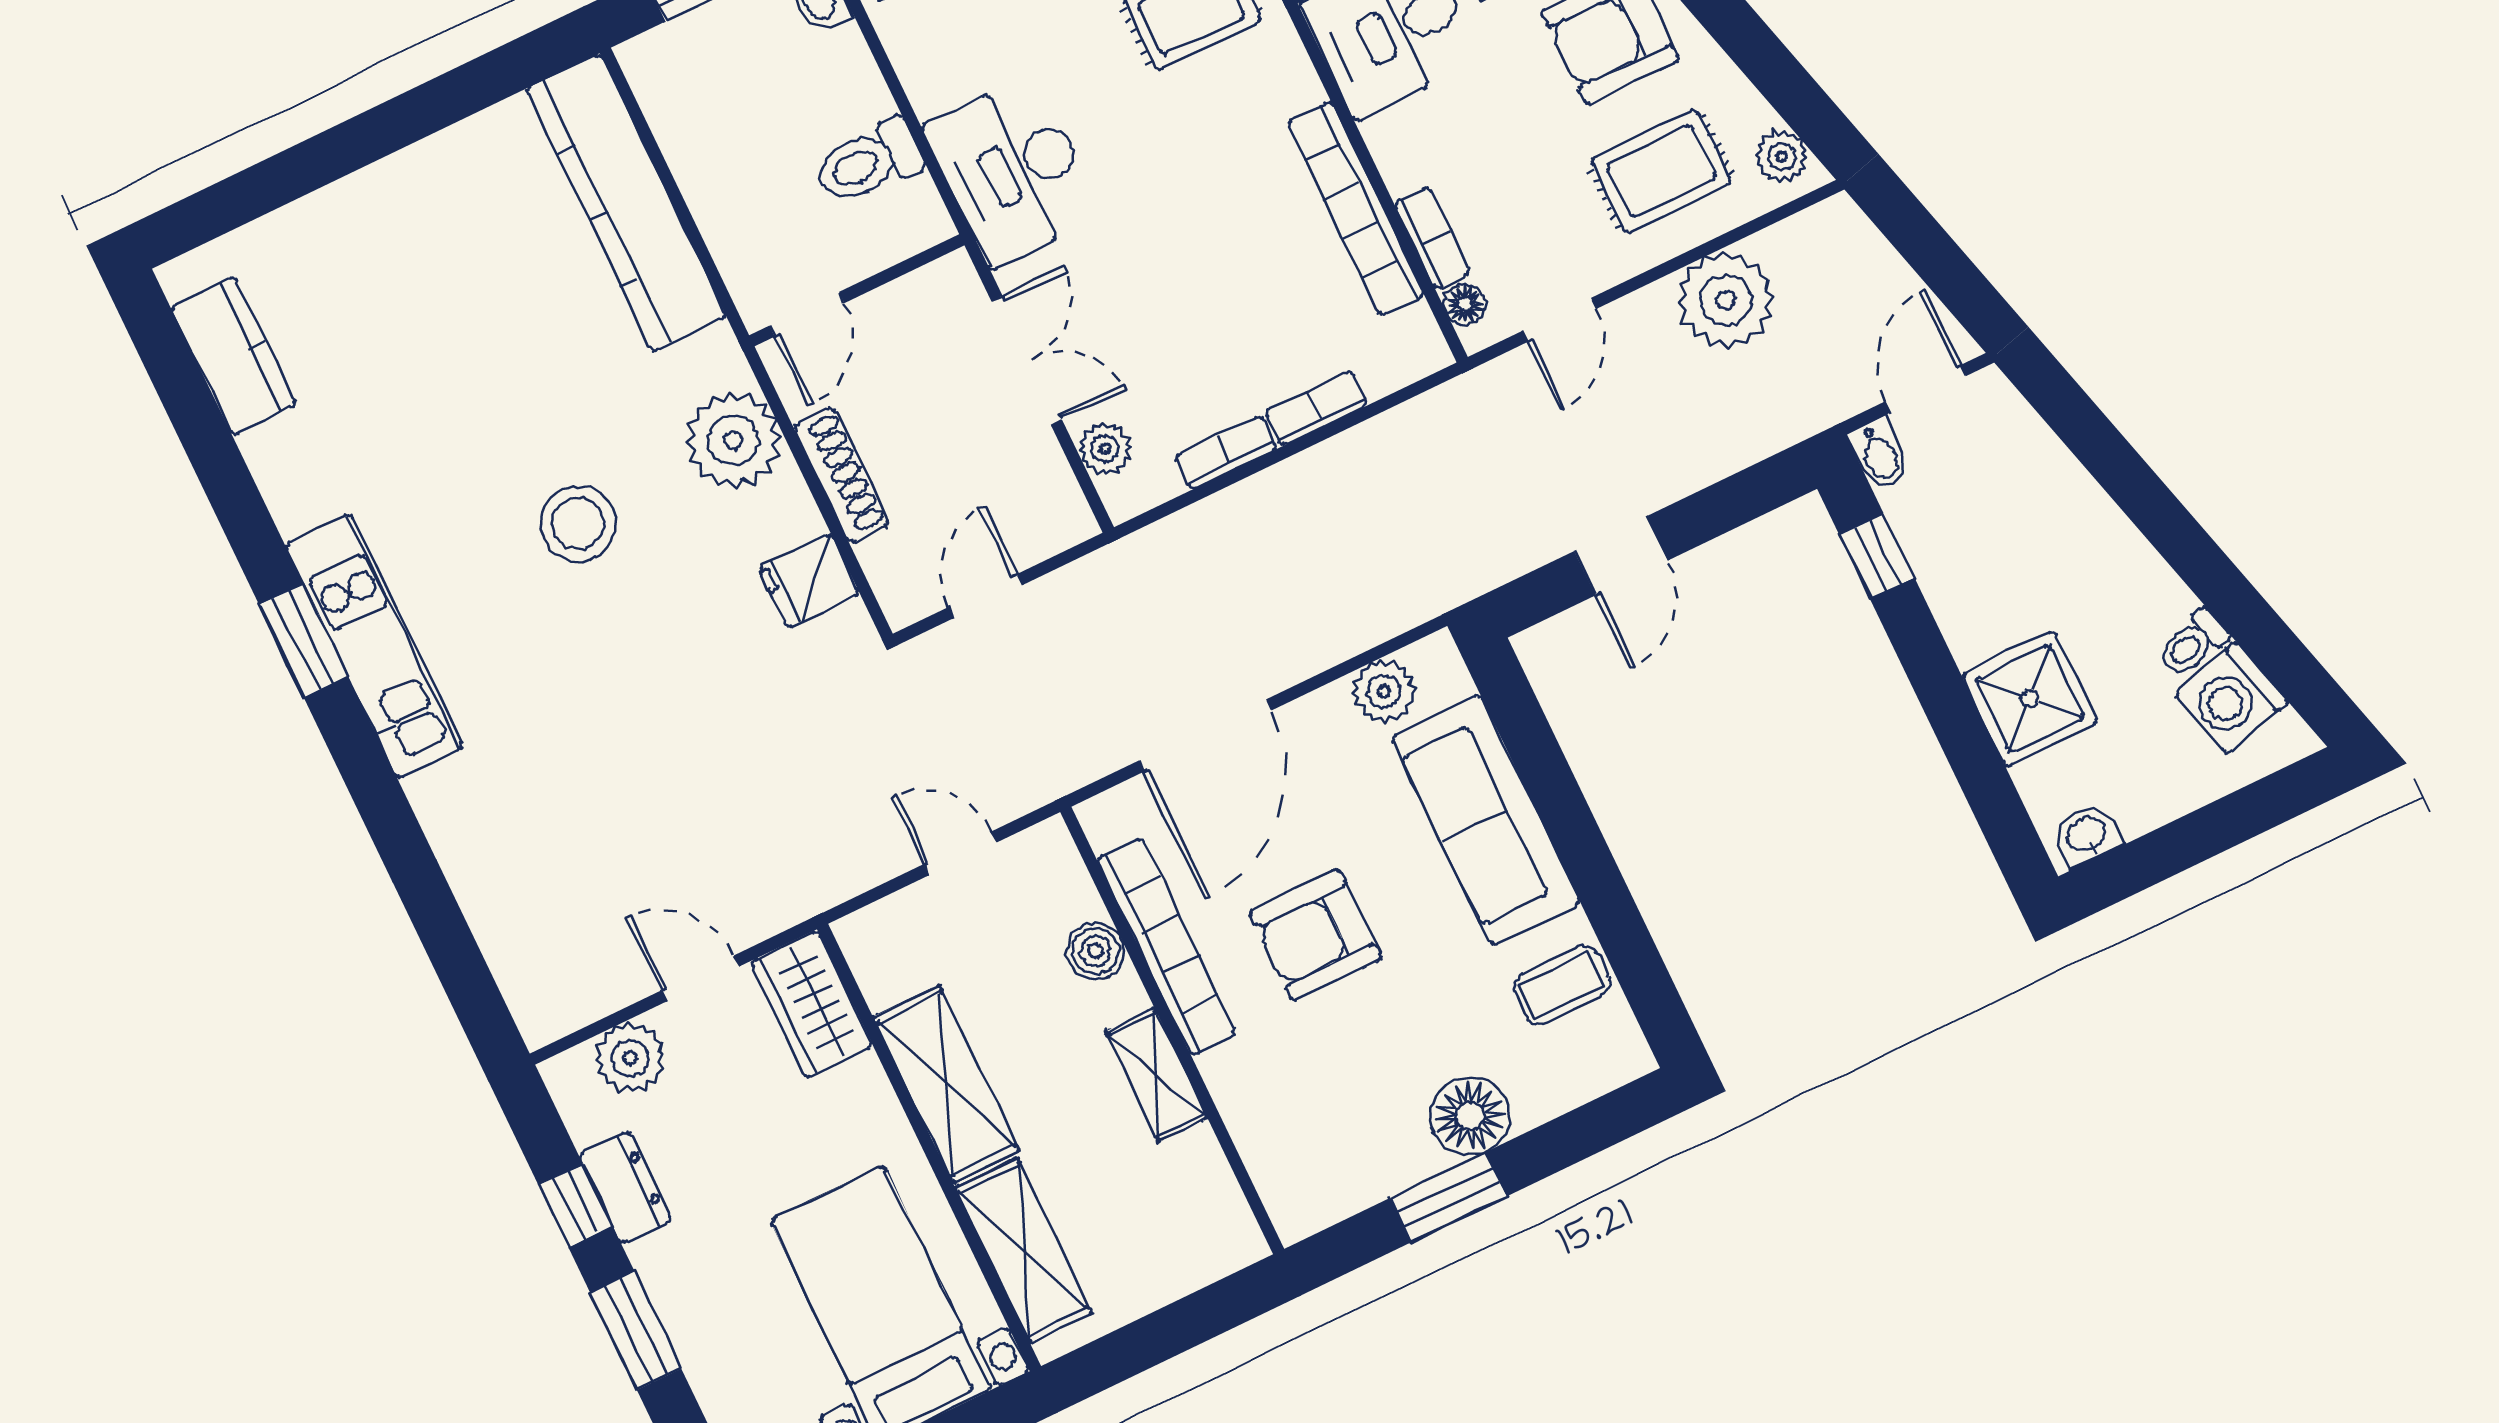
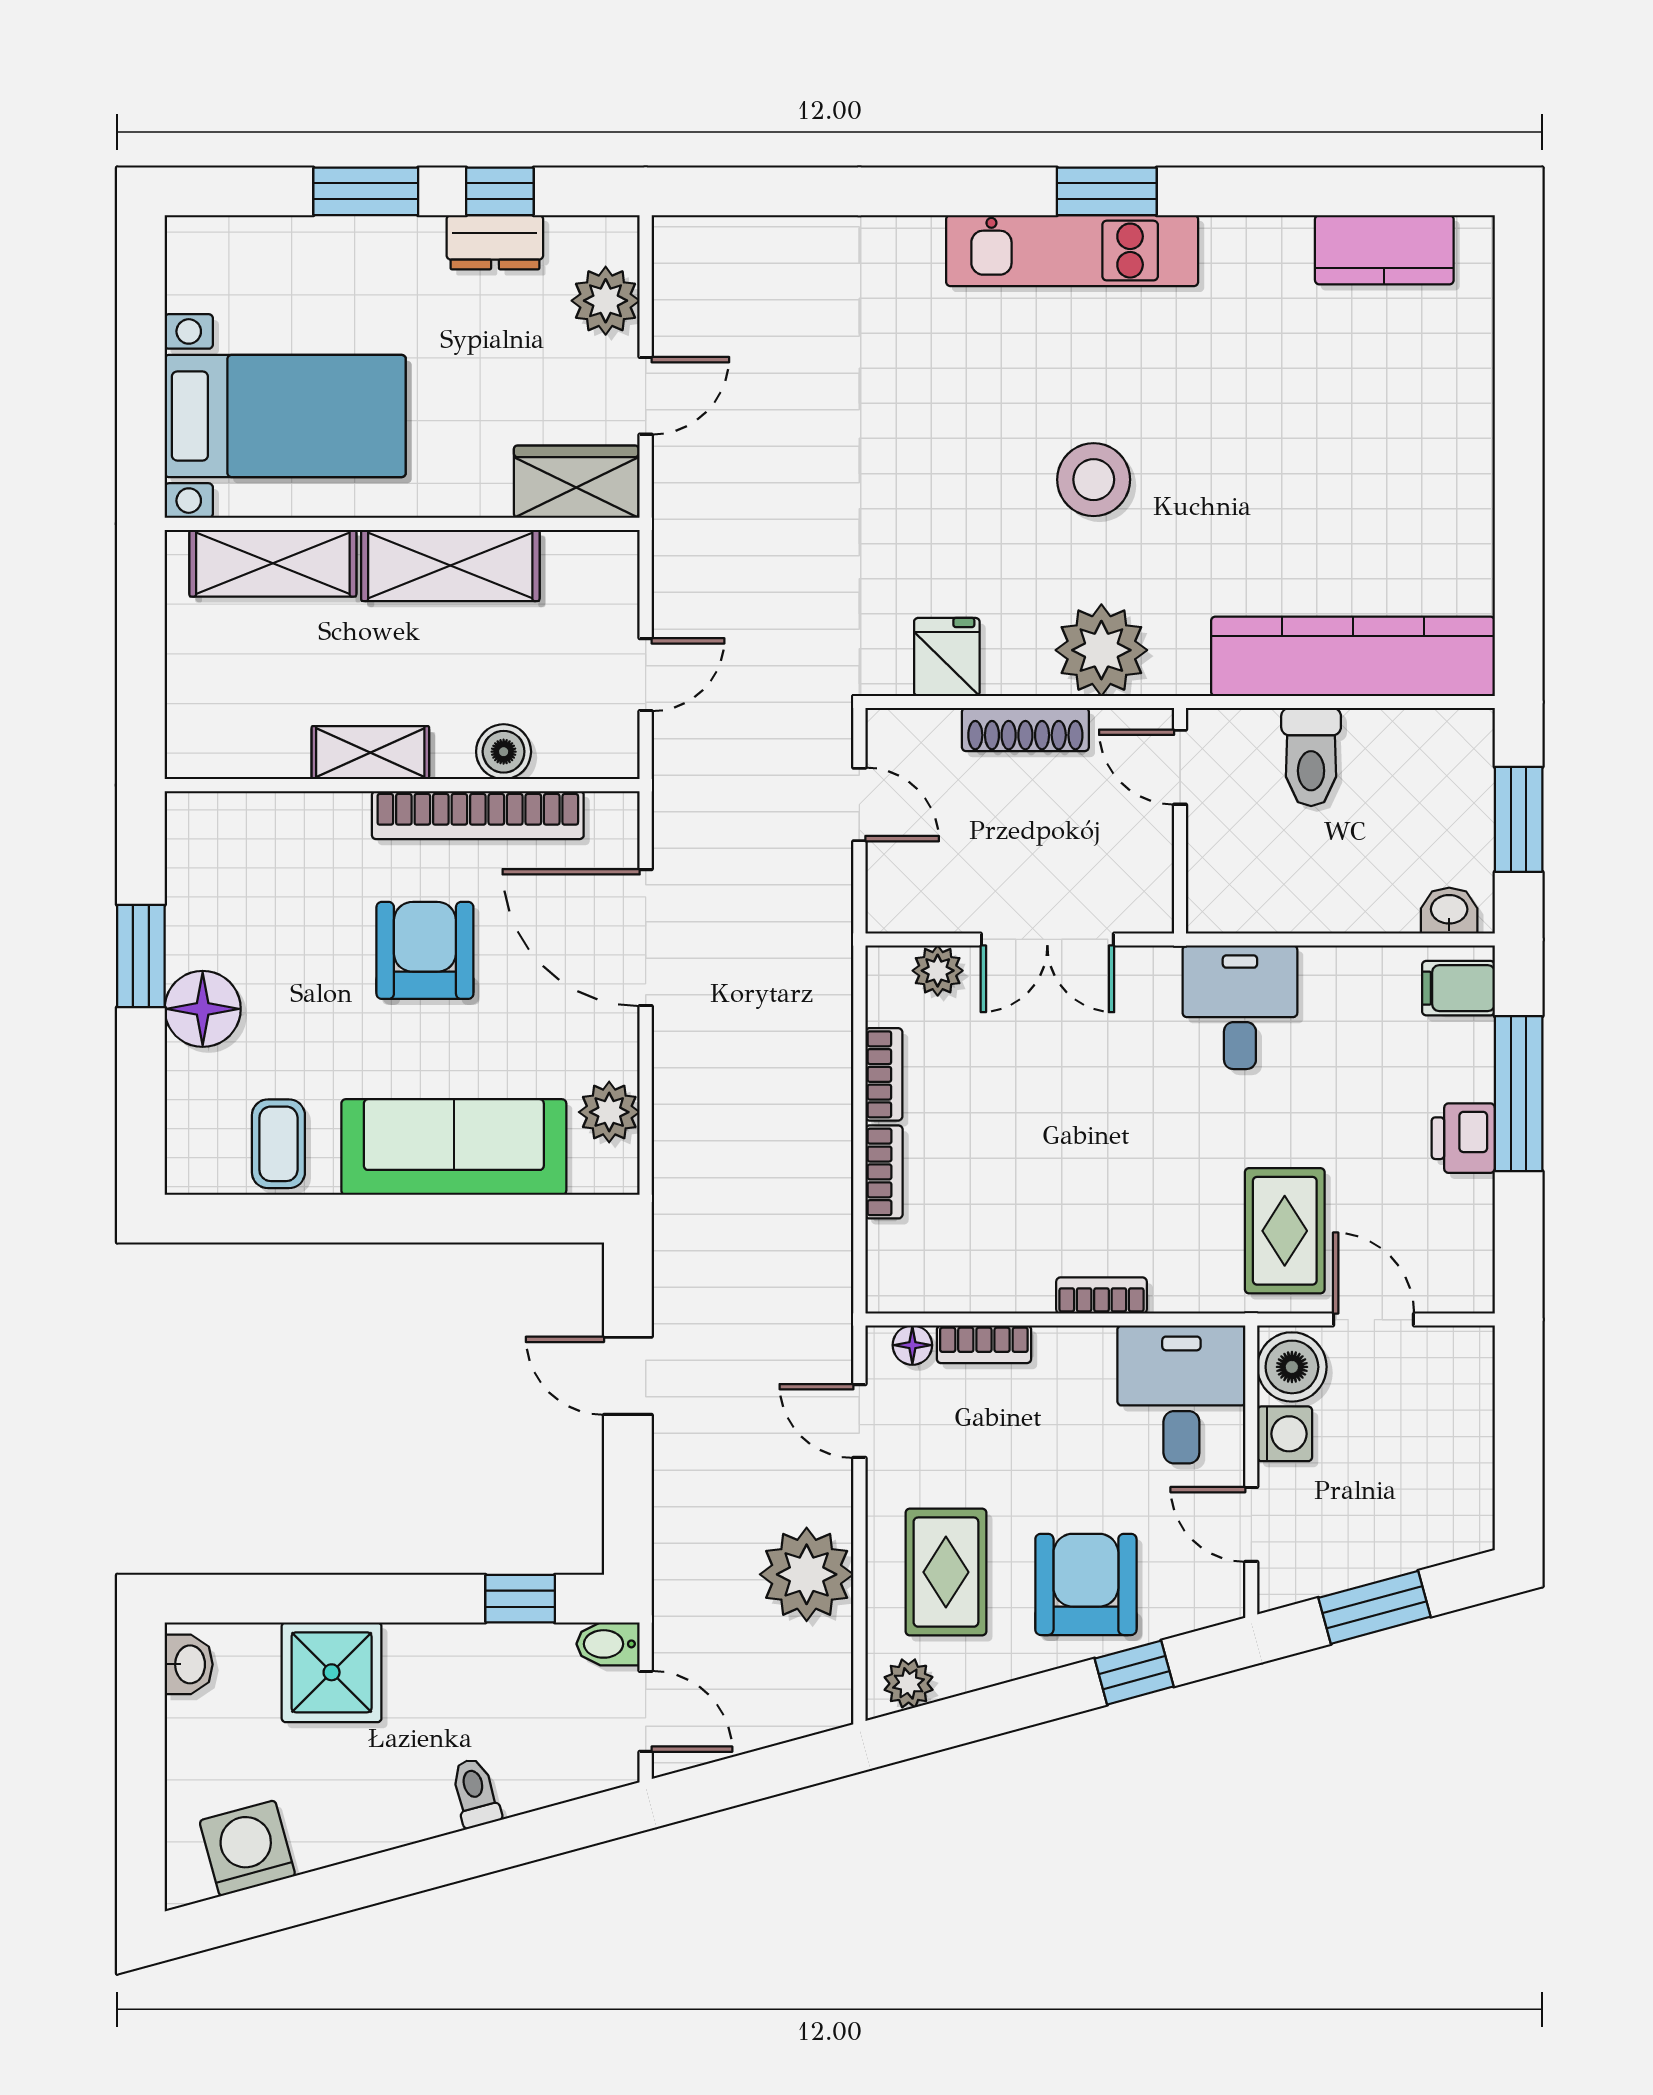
toilet: (868, 162) -> (1311, 757), moved, turned 180
desk: (1013, 171) -> (1240, 1007), width x0.73
bookcase: (1355, 209) -> (1101, 1295), width x0.43, depth x0.76
toilet: (2193, 644) -> (475, 1793), moved

